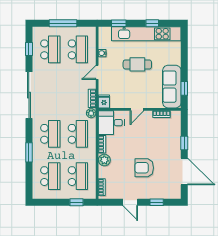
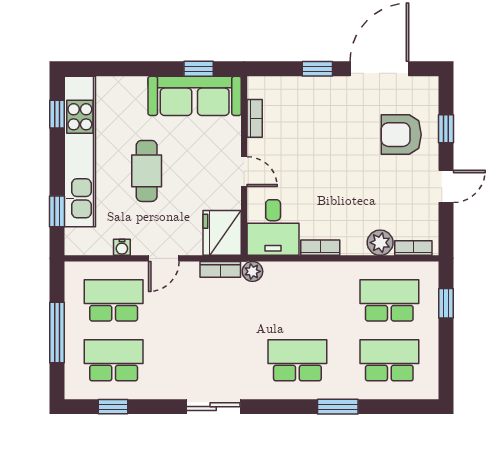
window: (152, 23) -> (57, 114), moved
door: (97, 72) -> (164, 258), hinge flipped
sliding door: (29, 95) -> (213, 407), width x0.54
fridge: (104, 101) -> (222, 233), width x1.88, depth x1.34
school desk: (78, 134) -> (297, 300), removed
plant: (104, 160) -> (380, 243), moved
armchair: (144, 168) -> (401, 135), moved, turned 90

